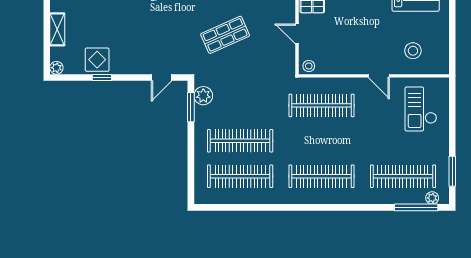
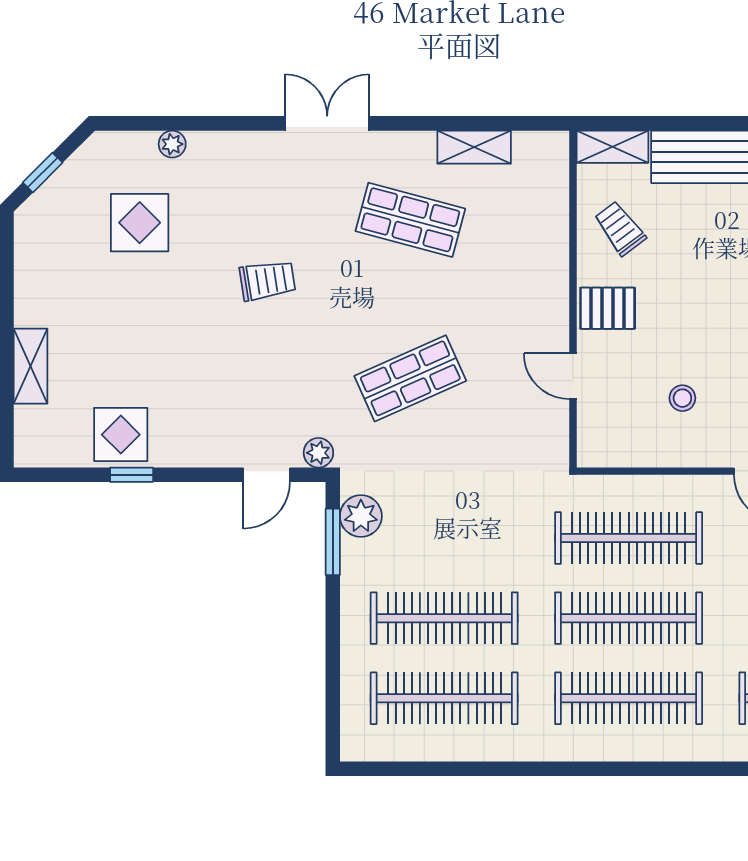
stool: (309, 66) -> (682, 398), moved
plant: (56, 68) -> (318, 453), moved
clothes rail: (322, 141) -> (629, 618), added

